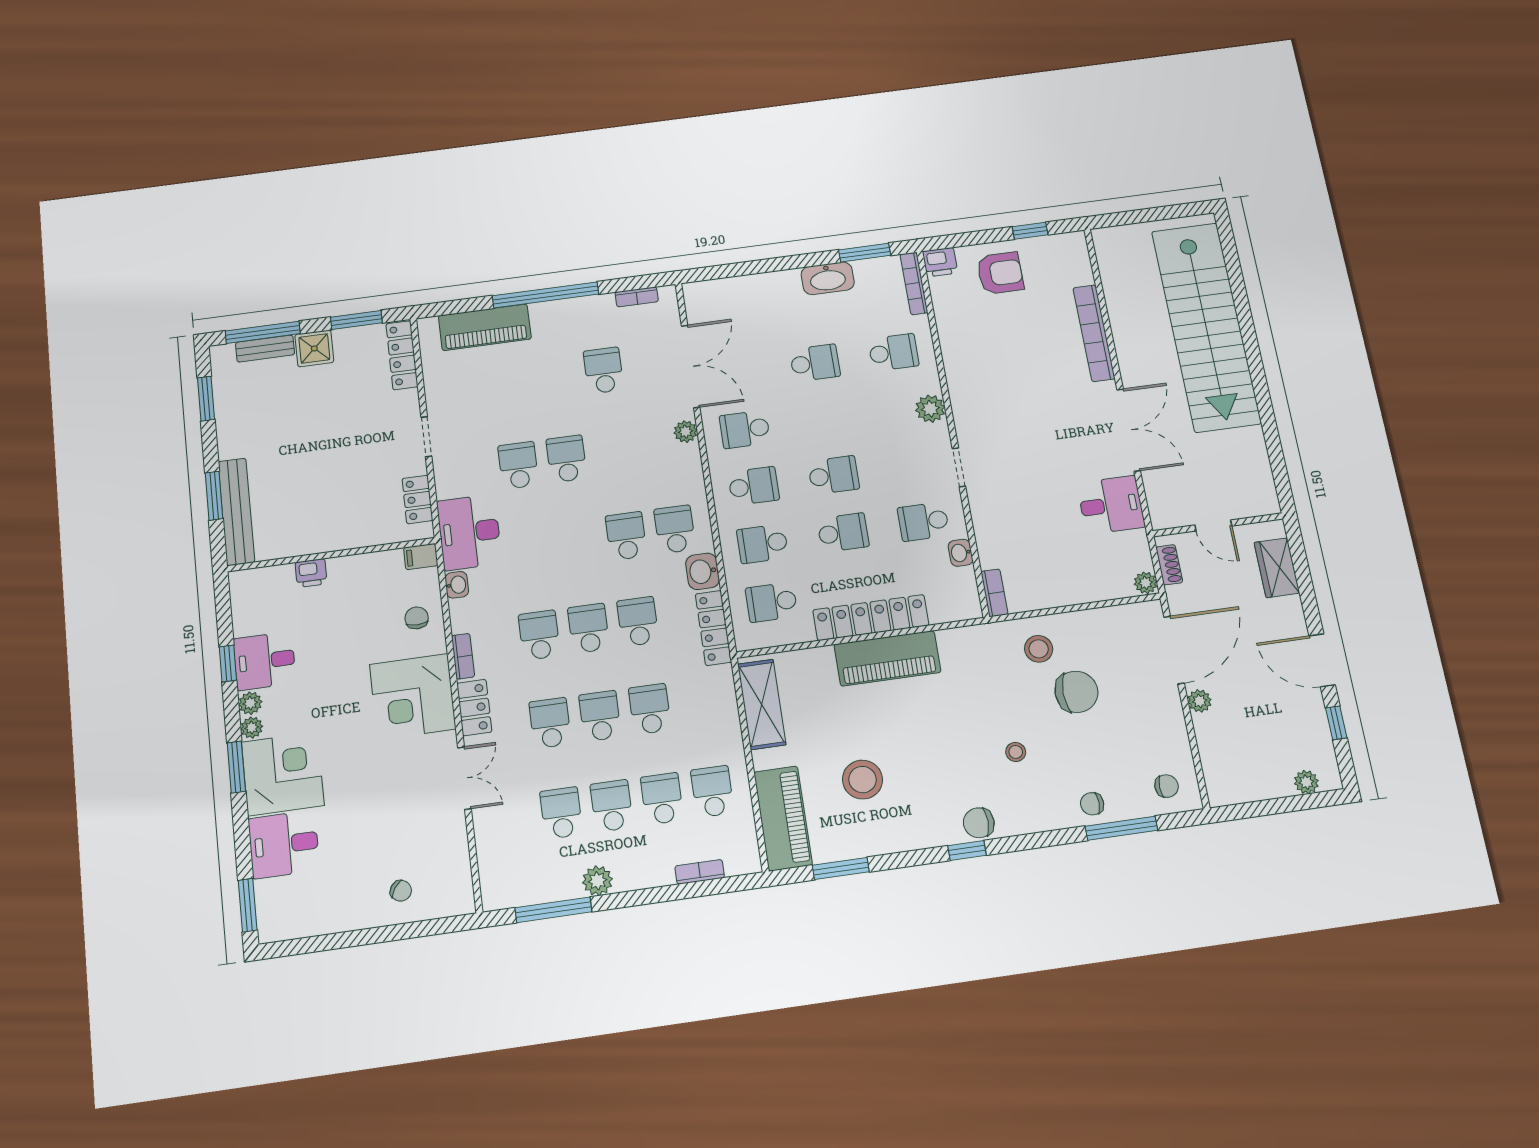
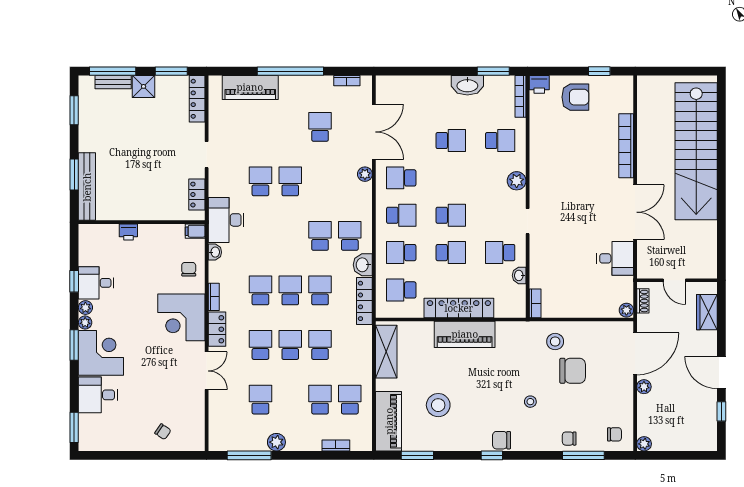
plant: (1306, 782) -> (644, 444), moved
school desk: (612, 806) -> (290, 400), removed

